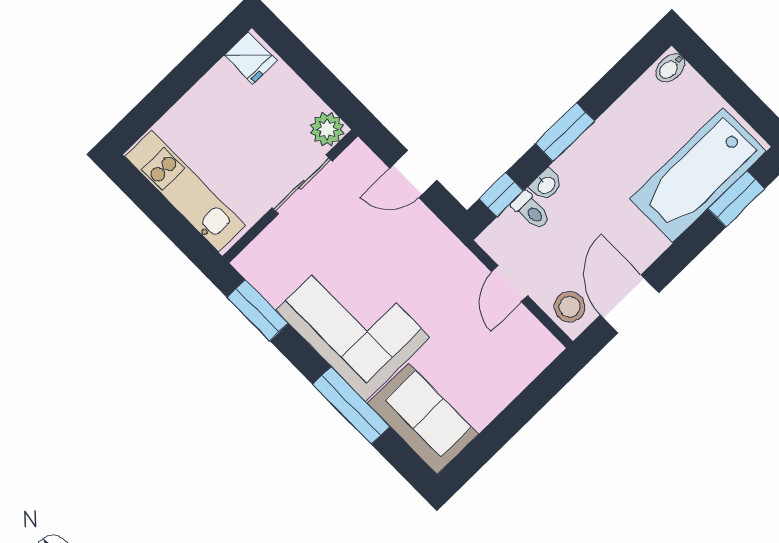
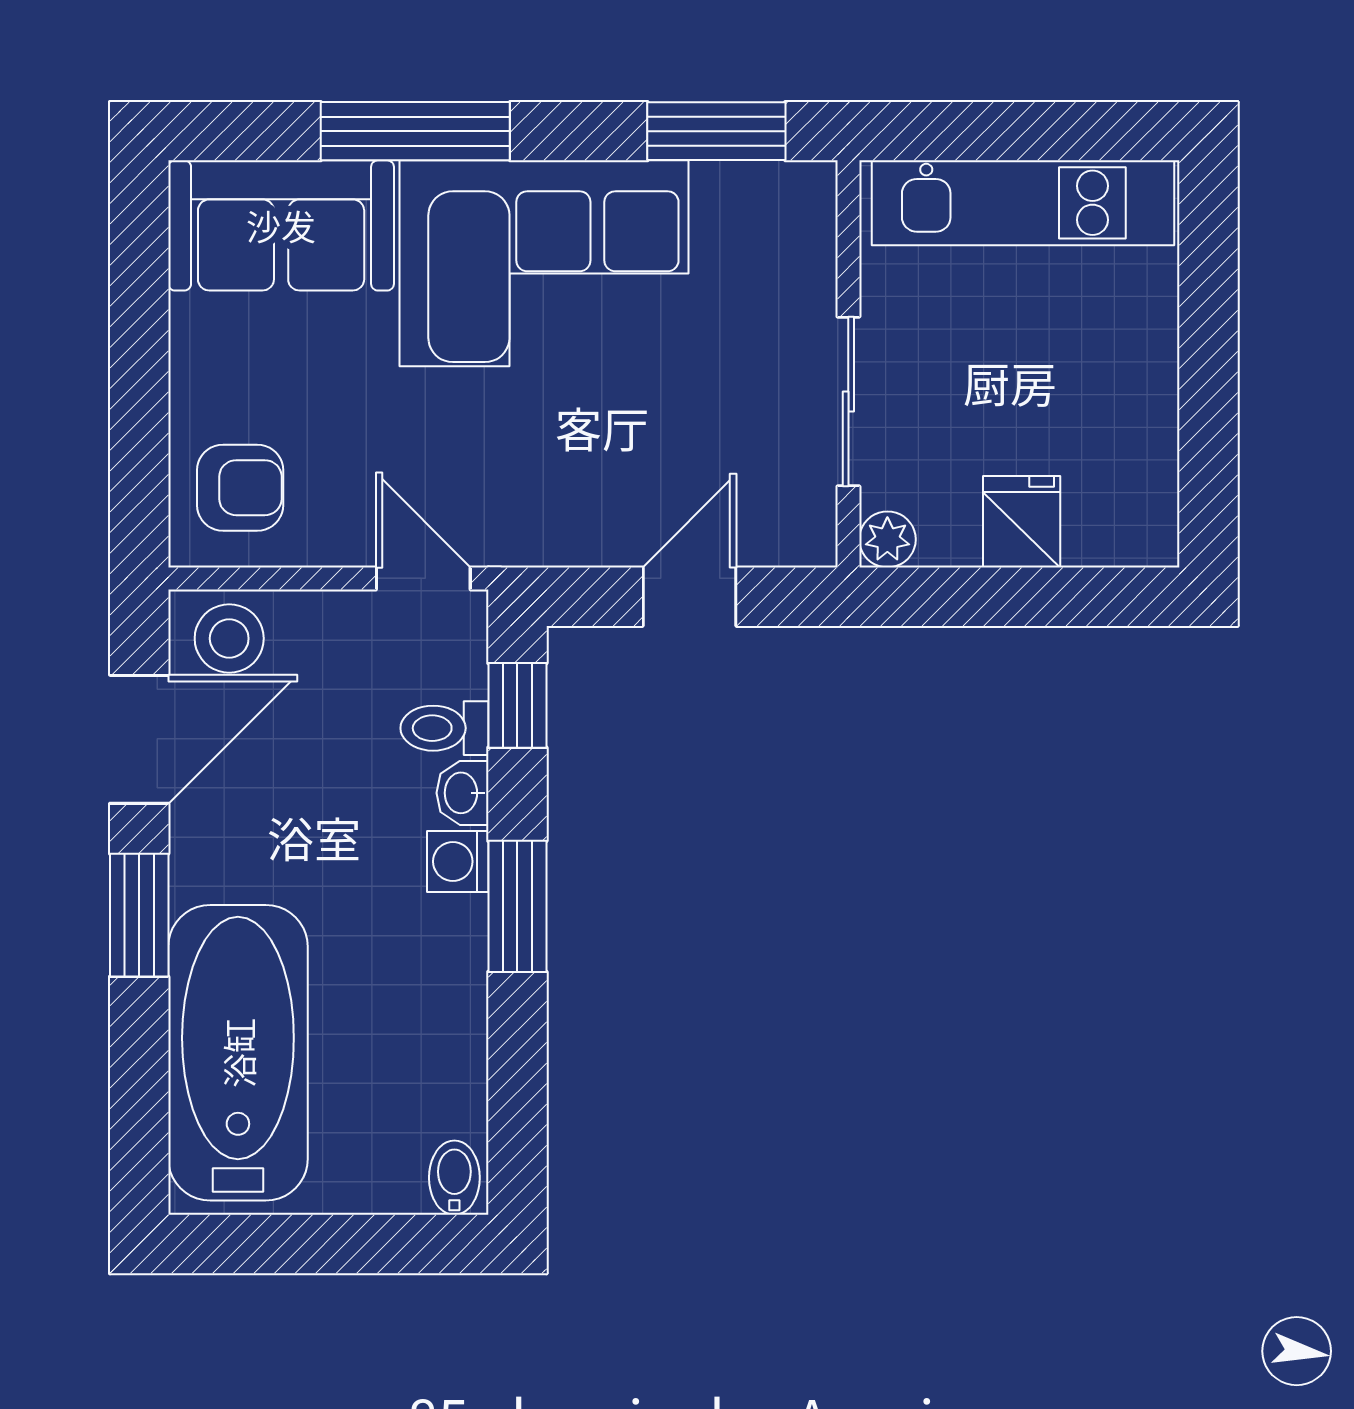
fridge: (251, 58) -> (1022, 522), moved, turned 90
plant: (327, 129) -> (887, 539), width x0.73, depth x0.73
washing machine: (569, 165) -> (458, 861), added
window: (736, 199) -> (139, 915), moved
door: (510, 284) -> (423, 578), moved
door: (630, 304) -> (139, 739), hinge flipped
armchair: (519, 350) -> (240, 488), added

